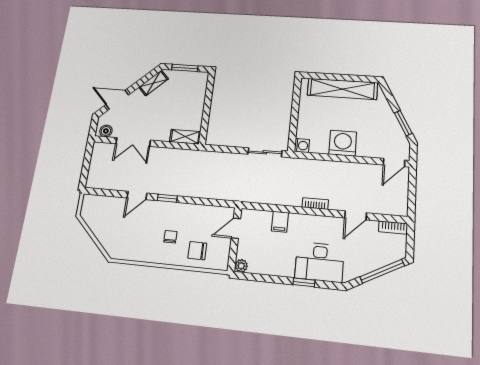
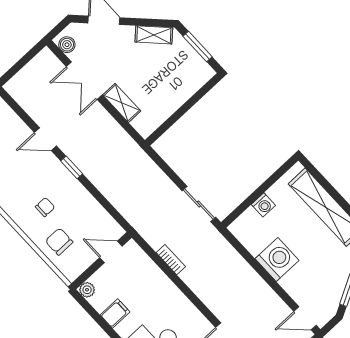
shelving: (185, 137) -> (122, 103), moved
washing machine: (302, 146) -> (263, 205), moved
bookcase: (315, 204) -> (171, 260), moved
filing cabinet: (280, 222) -> (115, 313), moved, turned 180

